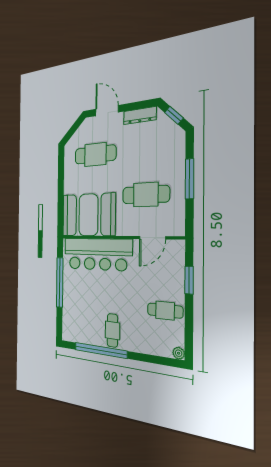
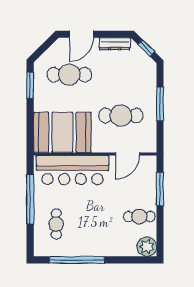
door: (107, 111) -> (81, 34), swing flipped
window: (61, 169) -> (30, 85), added
window: (189, 280) -> (160, 189), width x1.44
cafe table: (112, 330) -> (56, 224), moved
plant: (179, 353) -> (147, 247), width x1.88, depth x1.88

